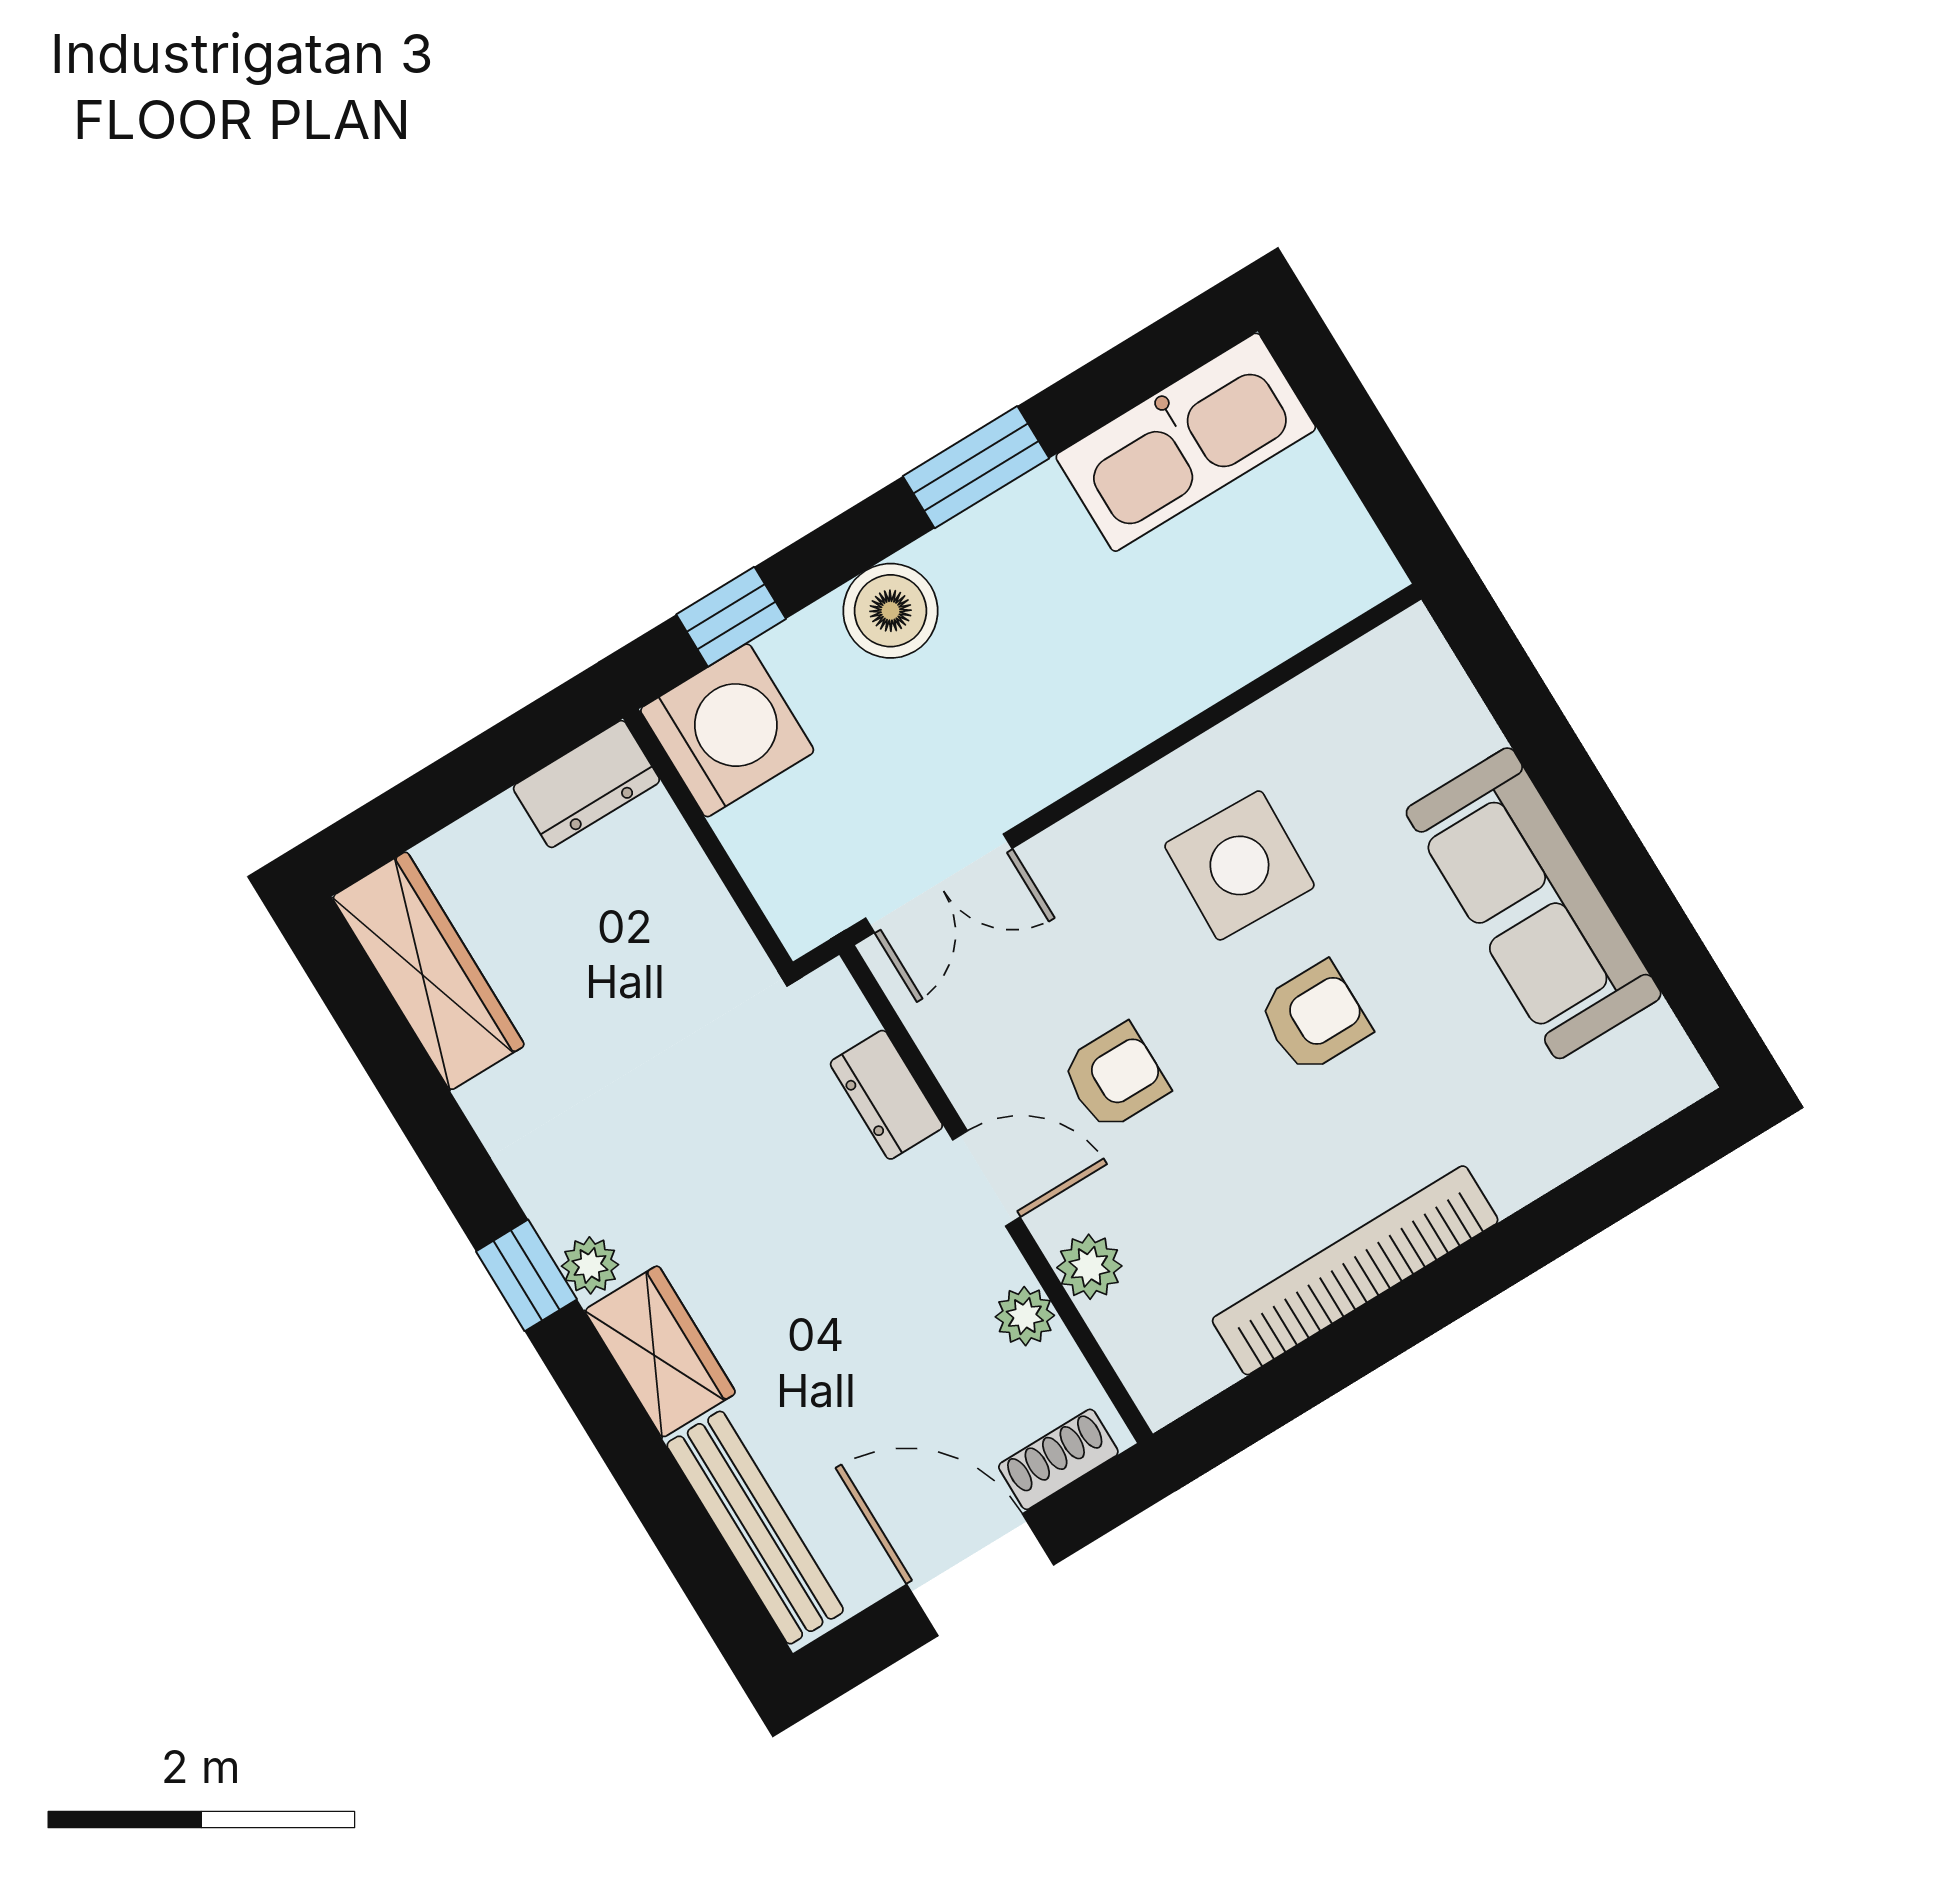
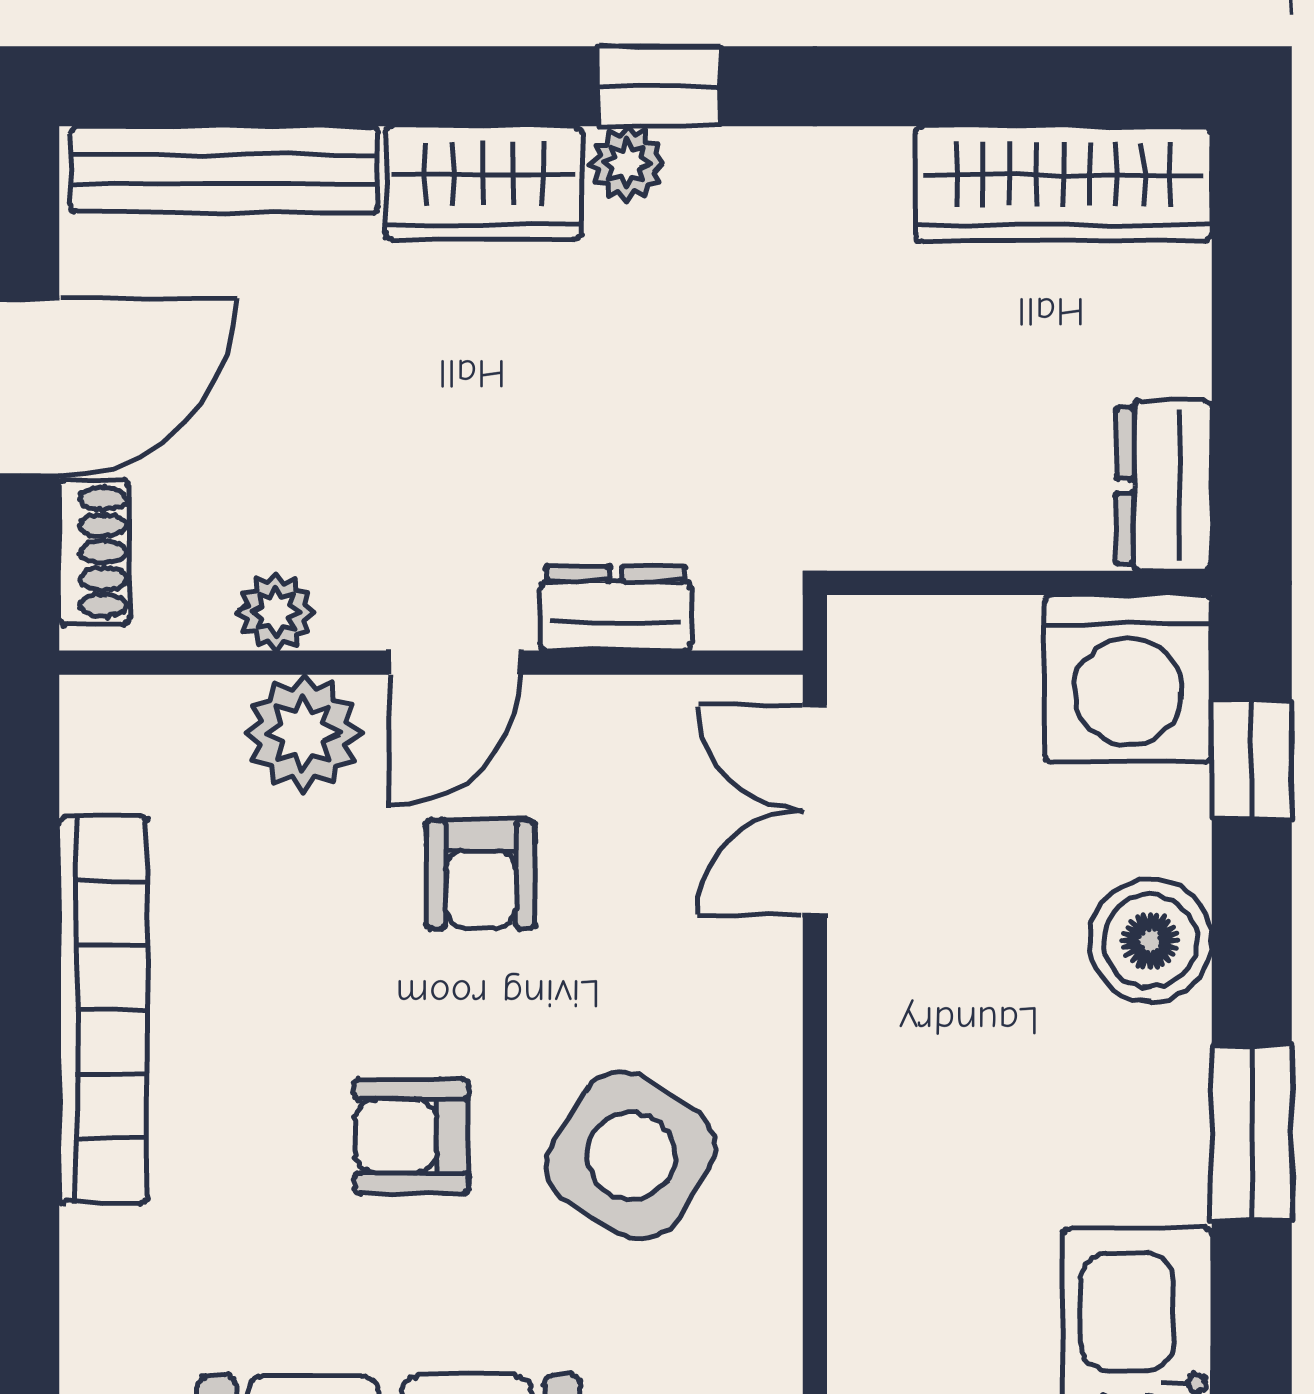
side table: (1239, 865) -> (631, 1156), turned 30
armchair: (1314, 1017) -> (412, 1136), turned 90
plant: (1089, 1267) -> (303, 733), width x1.38, depth x1.38

